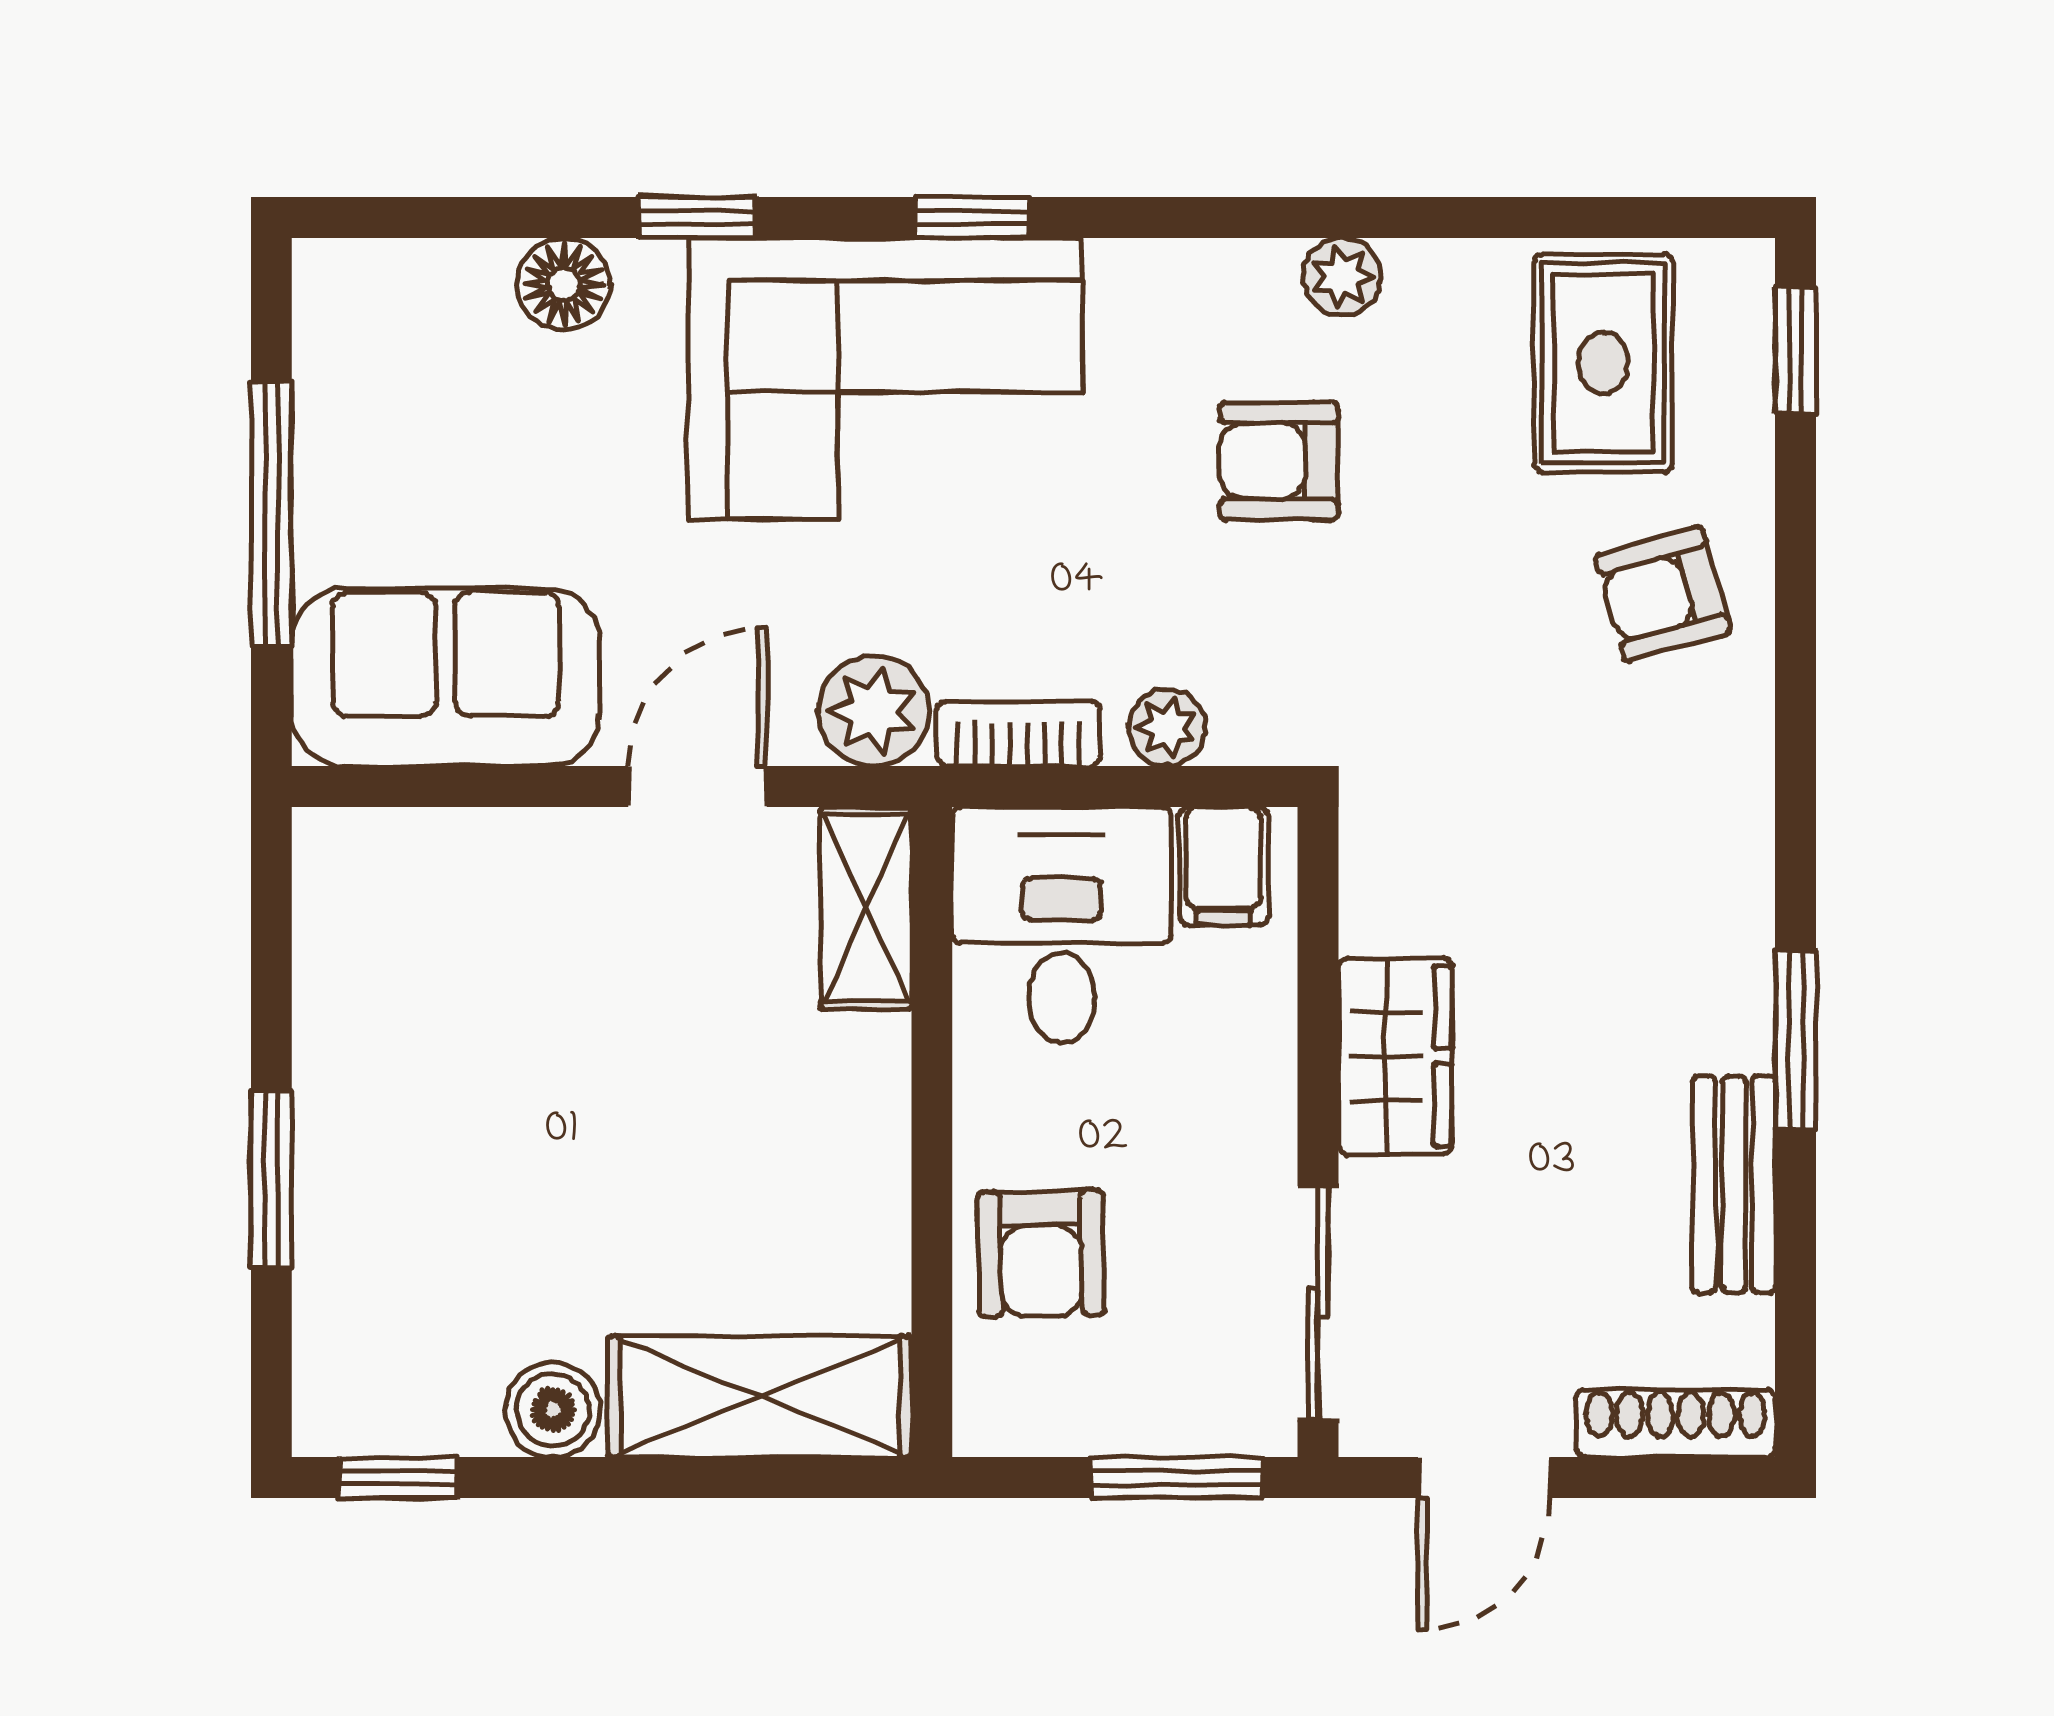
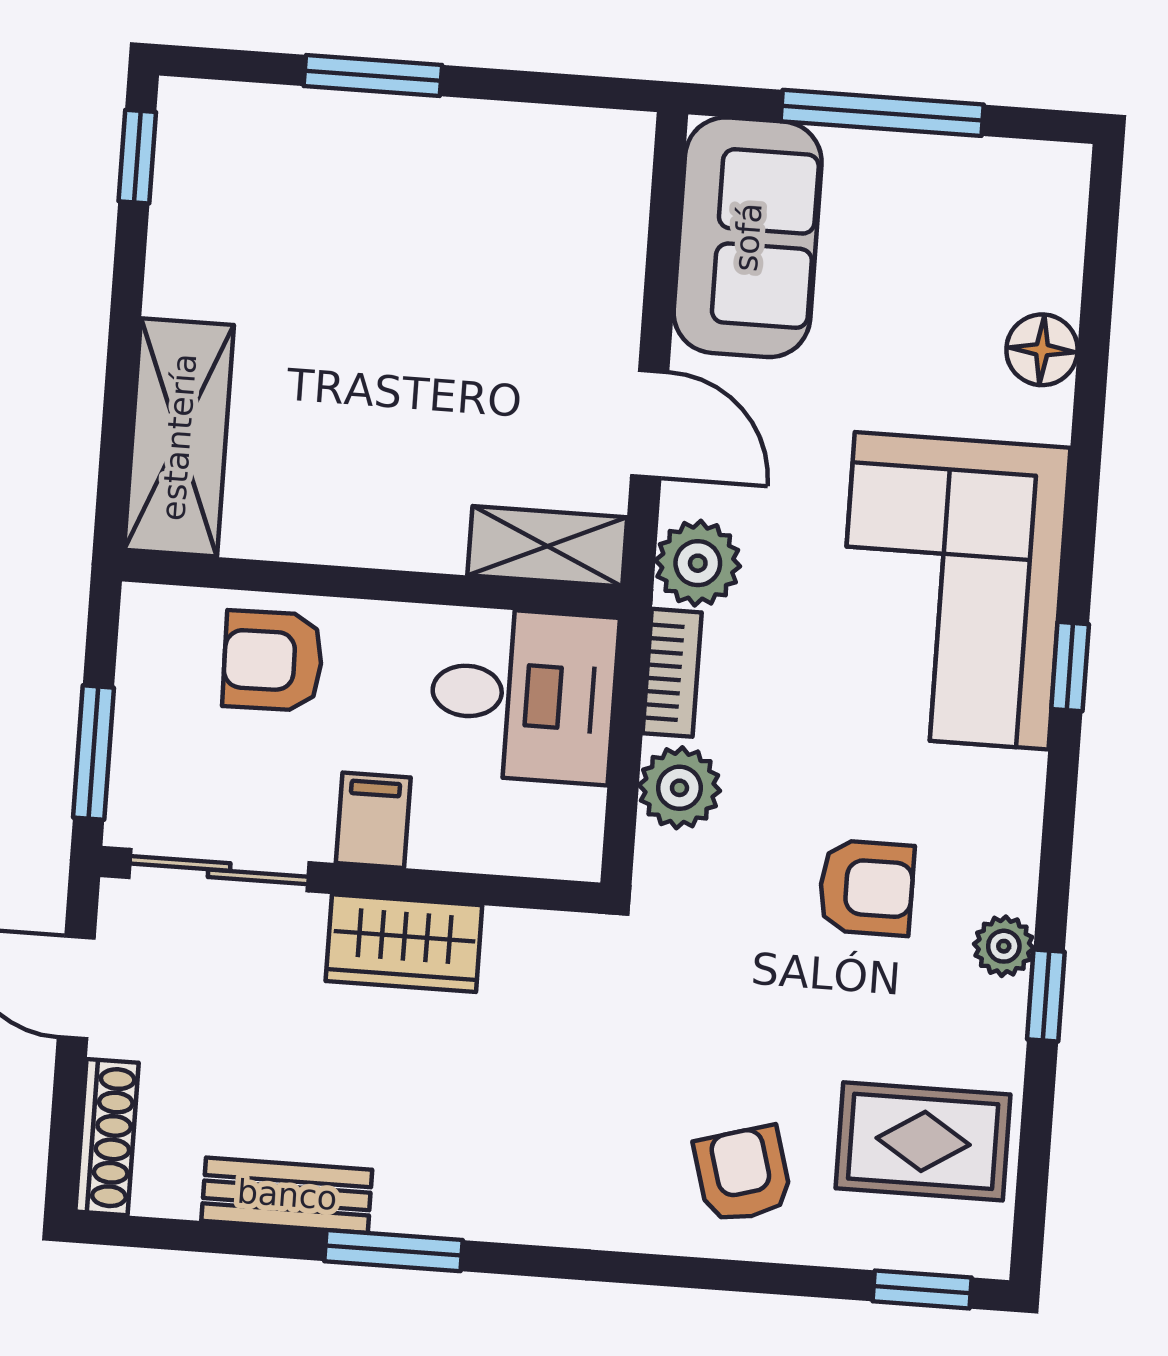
window: (697, 217) -> (1046, 996), moved
armchair: (1279, 461) -> (866, 888), turned 90
plant: (1167, 728) -> (679, 788), width x1.38, depth x1.38
filing cabinet: (1224, 866) -> (373, 820), moved, turned 90
boiler: (553, 1410) -> (181, 278), removed

